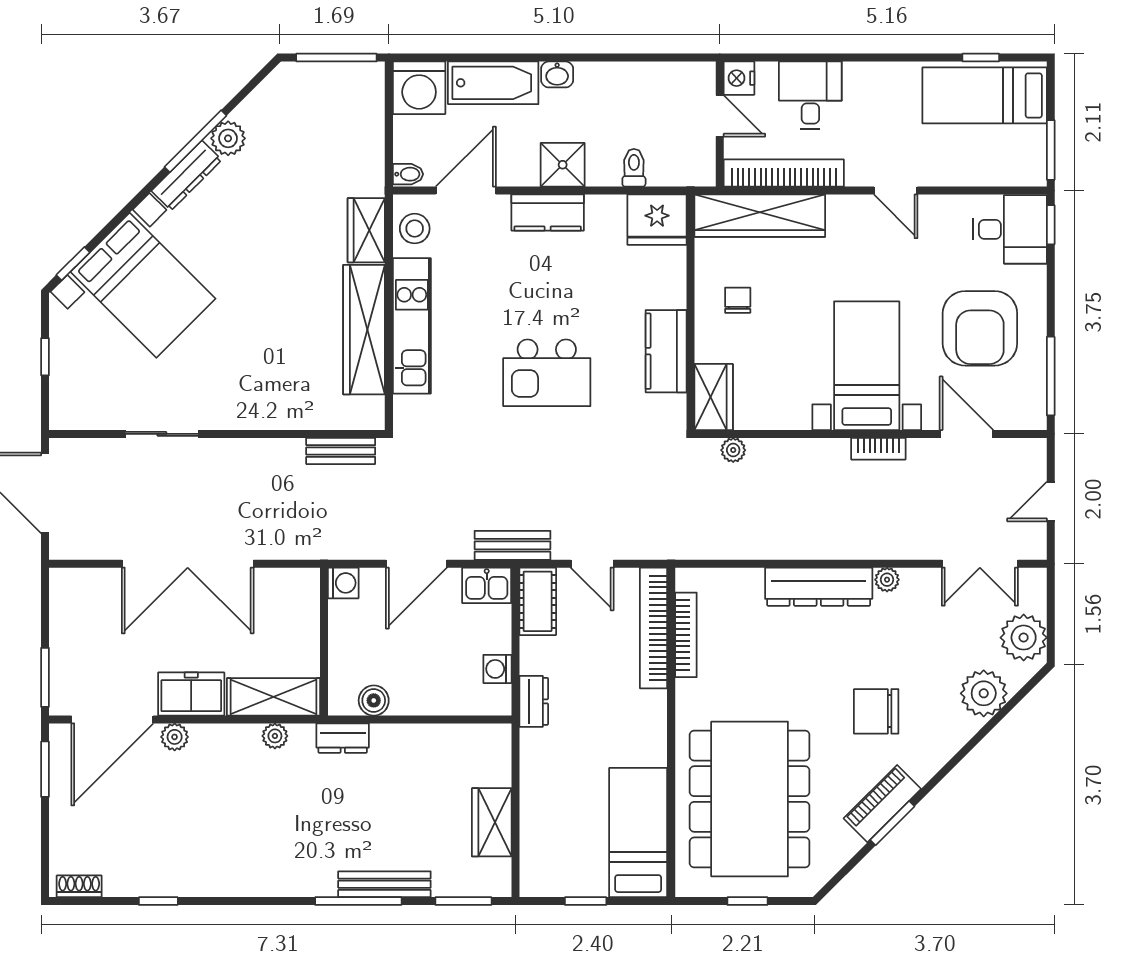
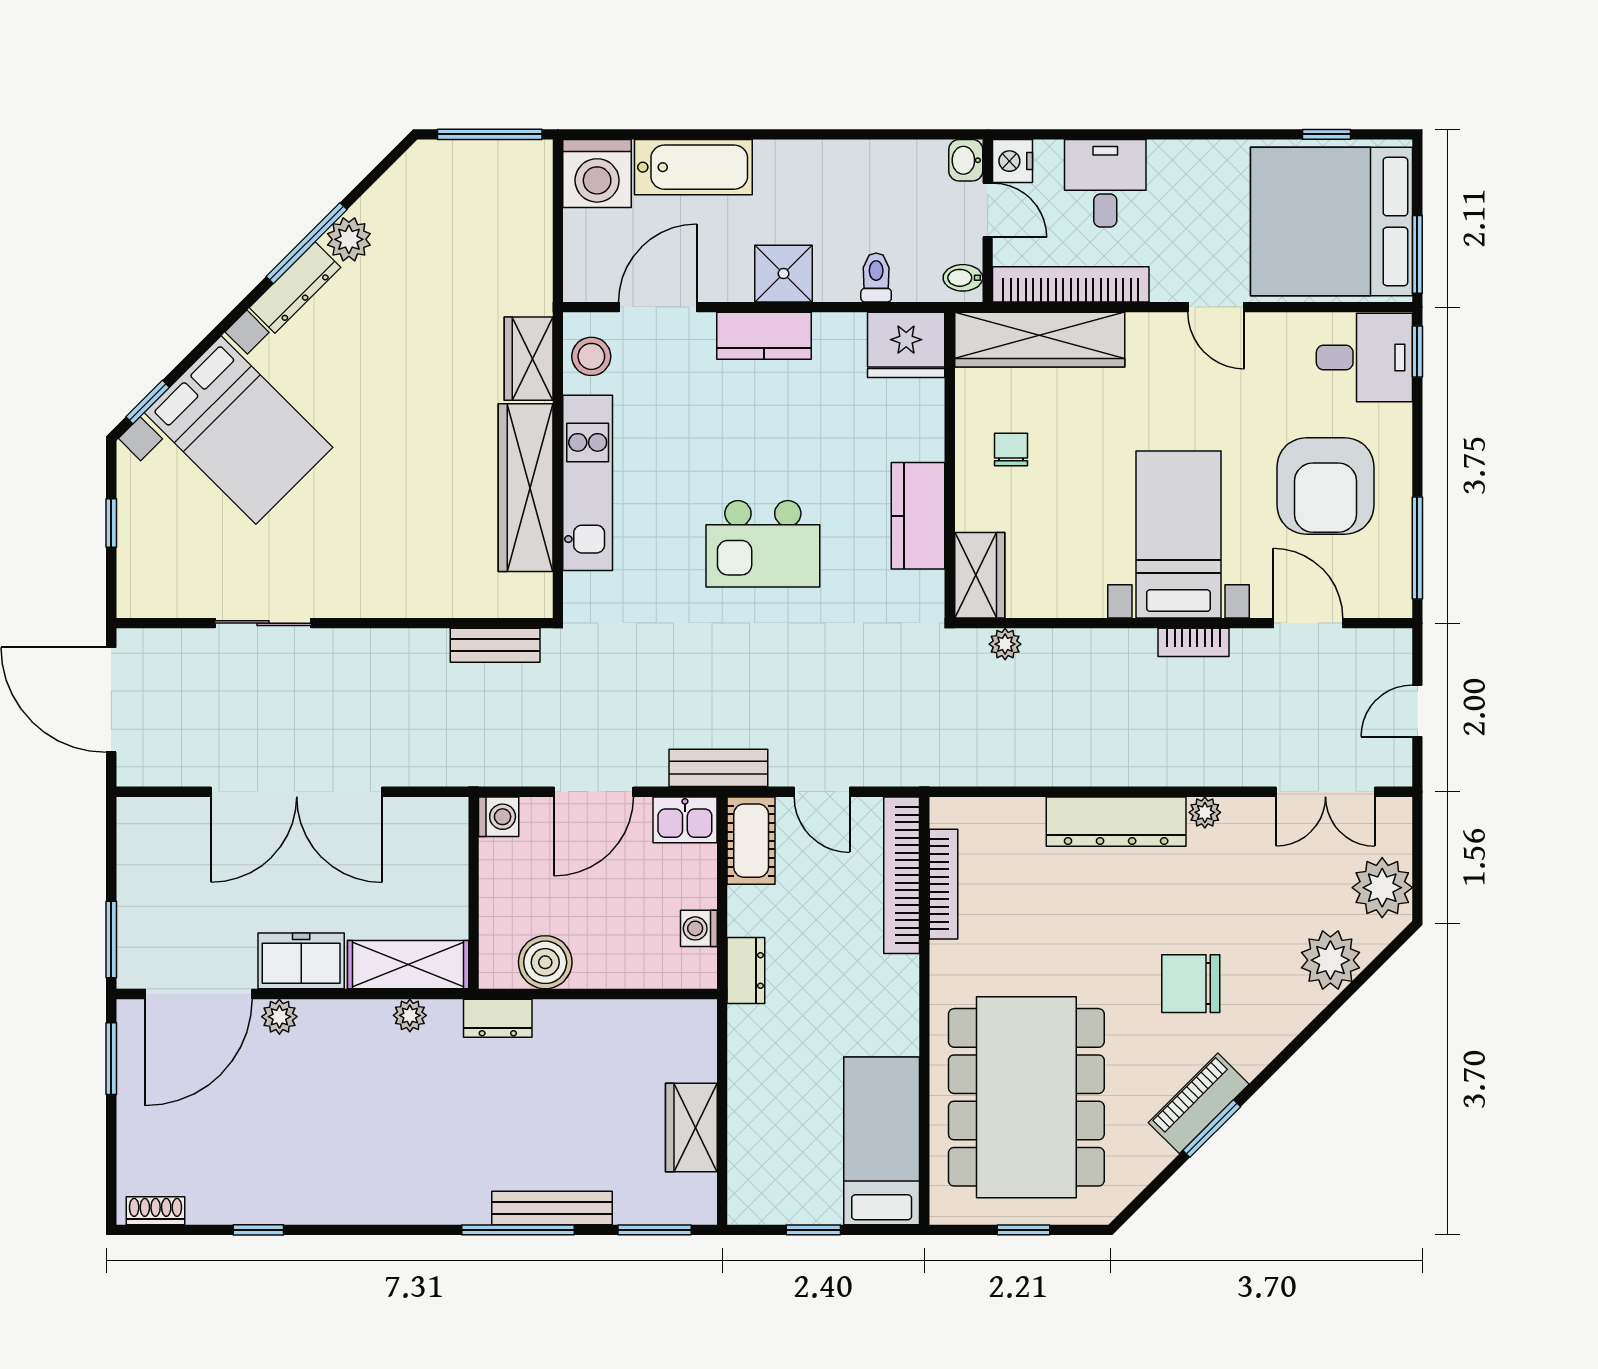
washbasin: (557, 74) -> (966, 160), moved, turned 90
bed: (985, 95) -> (1332, 222), width x2.04
bidet: (408, 174) -> (963, 278), moved, turned 180
boiler: (374, 700) -> (545, 962), width x1.36, depth x1.36

